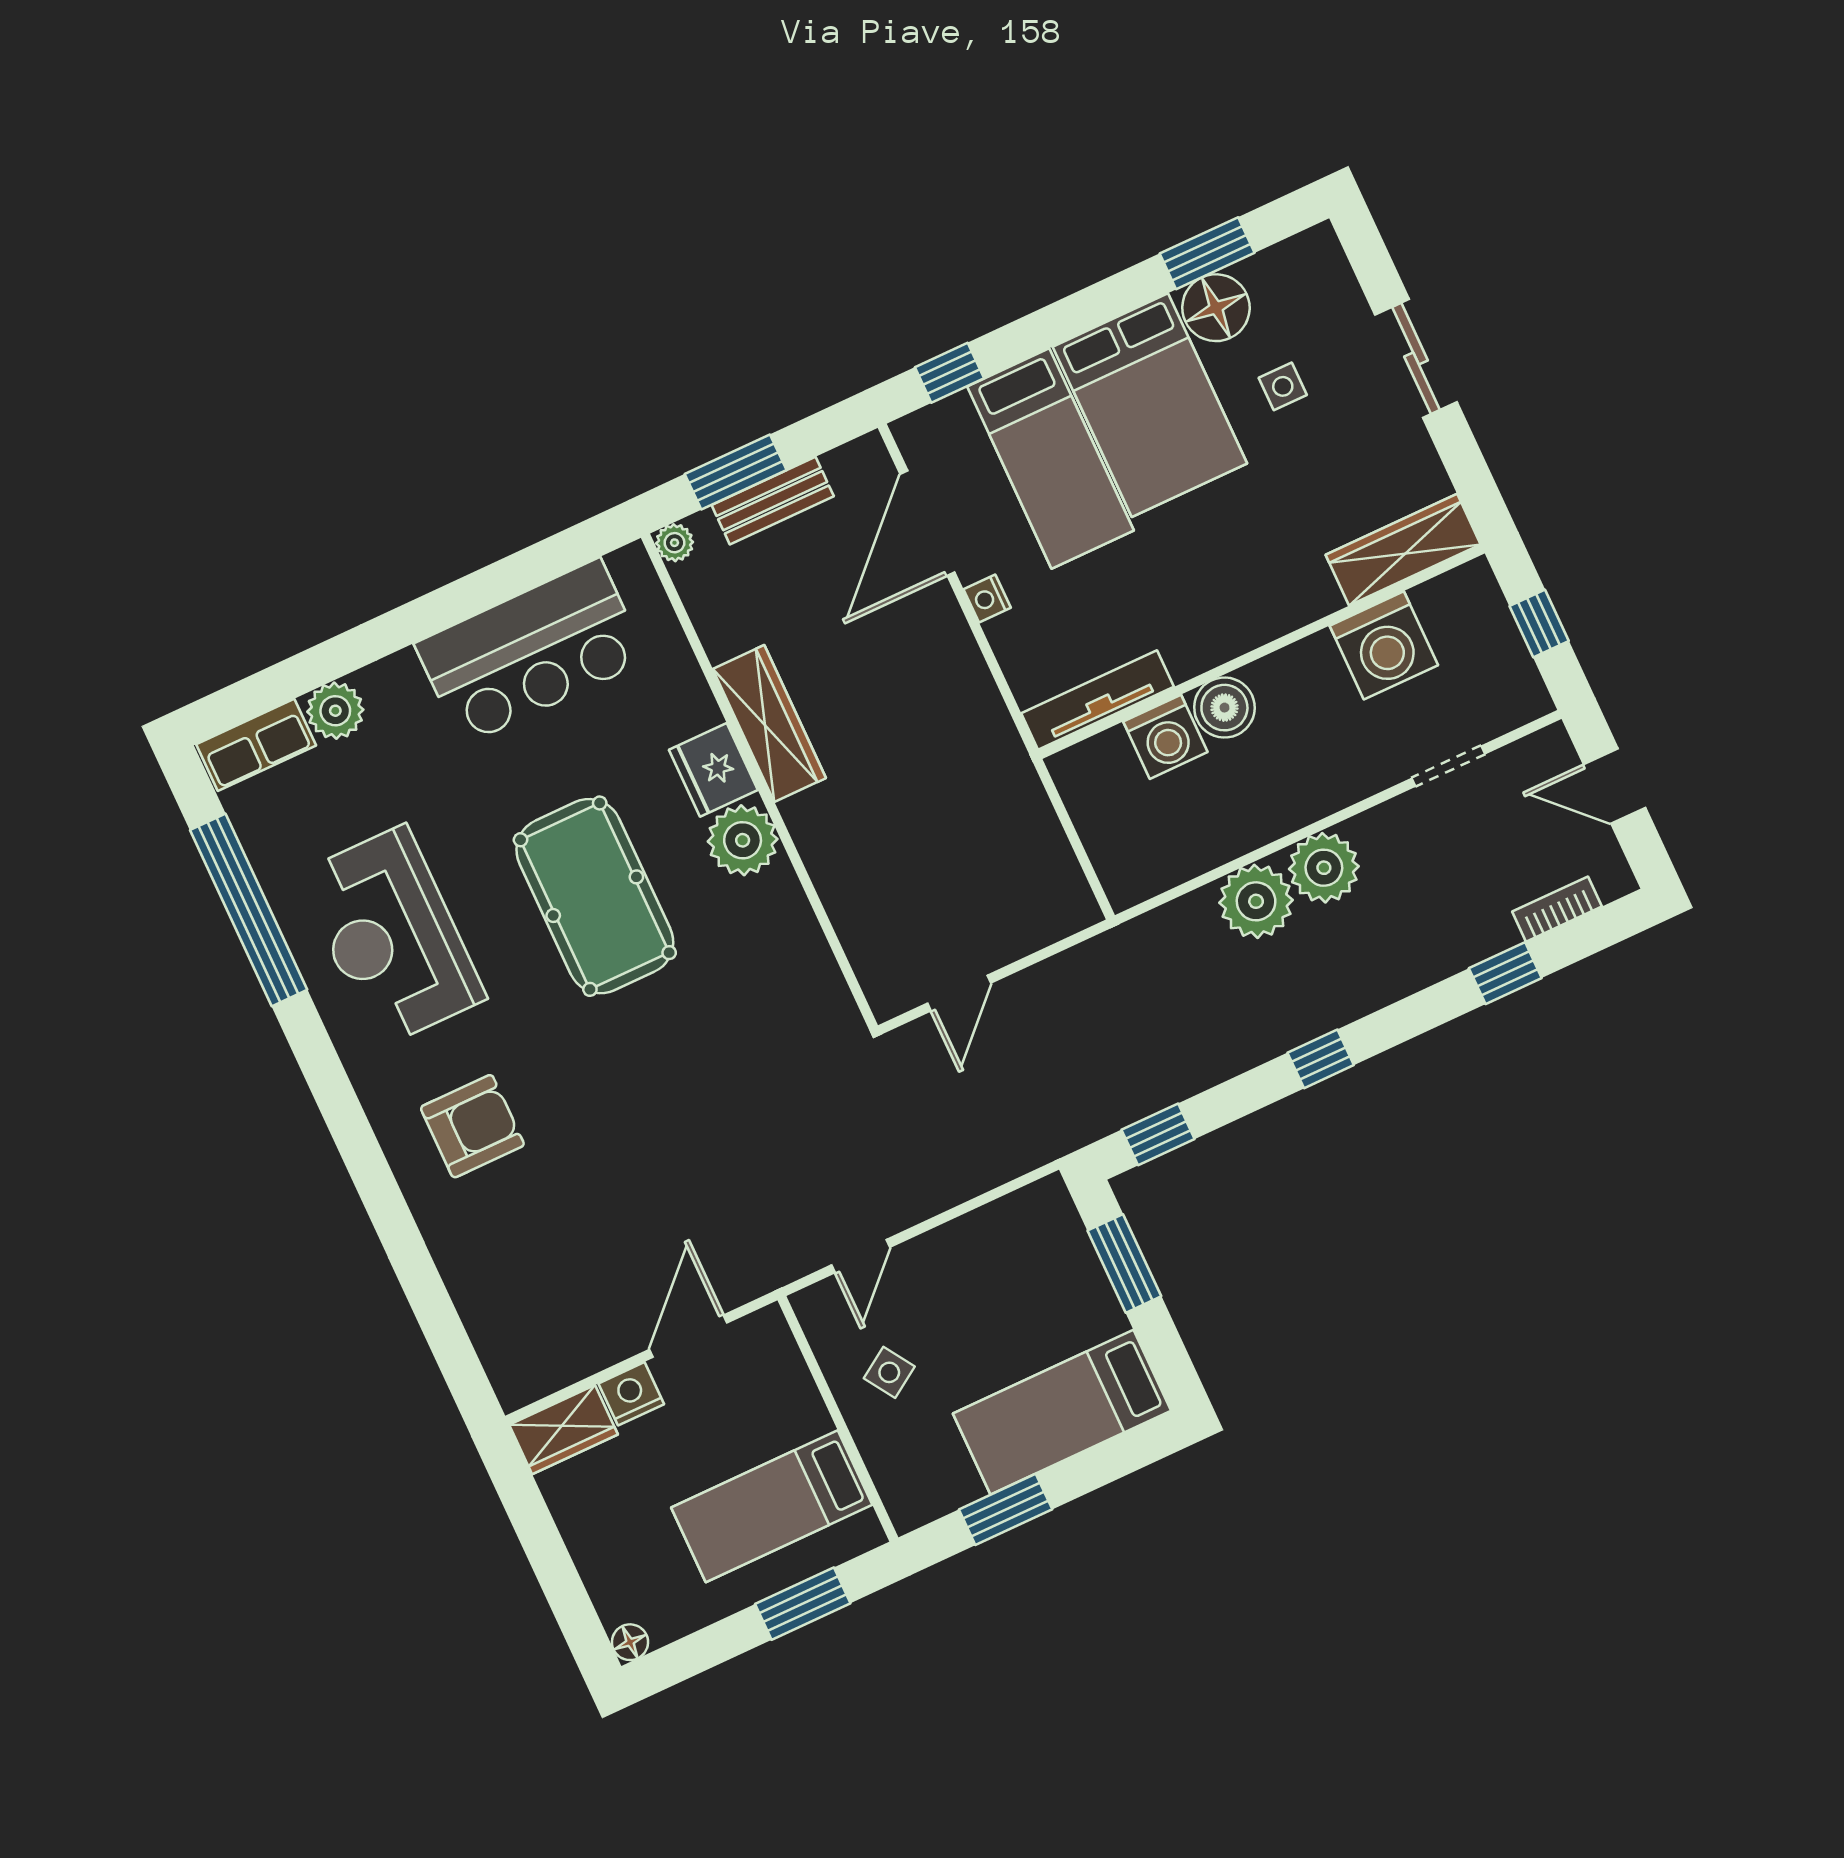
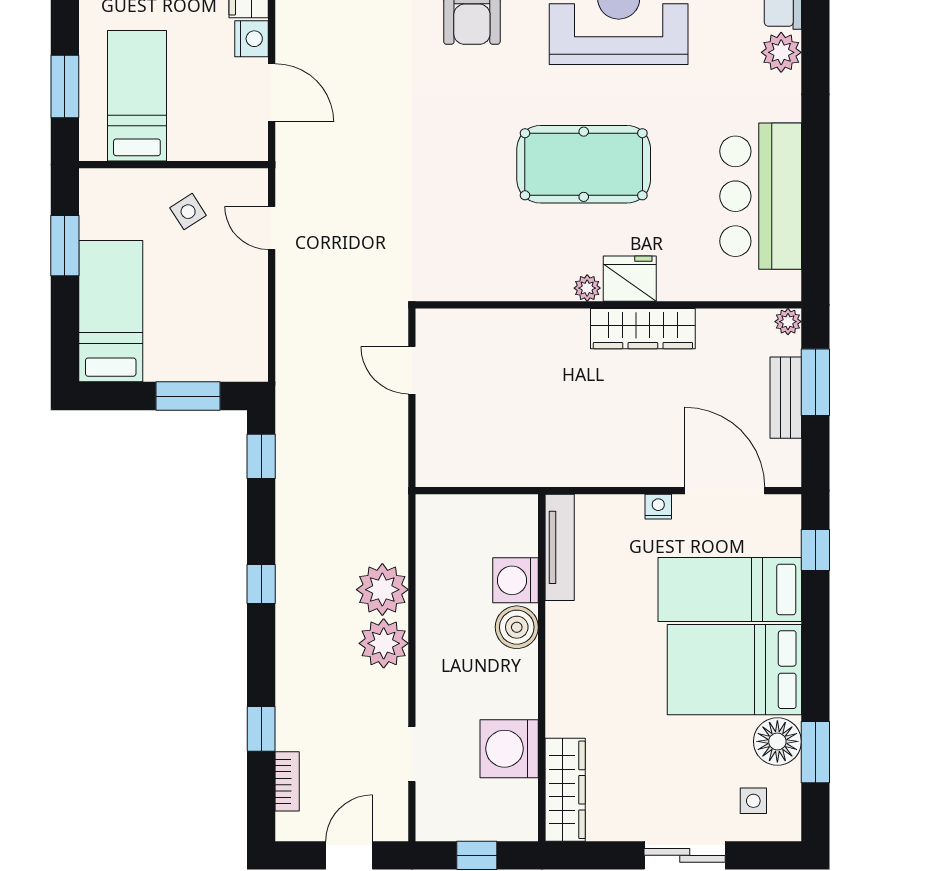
side table: (1283, 386) -> (753, 801), moved
plant: (743, 840) -> (587, 288), width x0.53, depth x0.53

